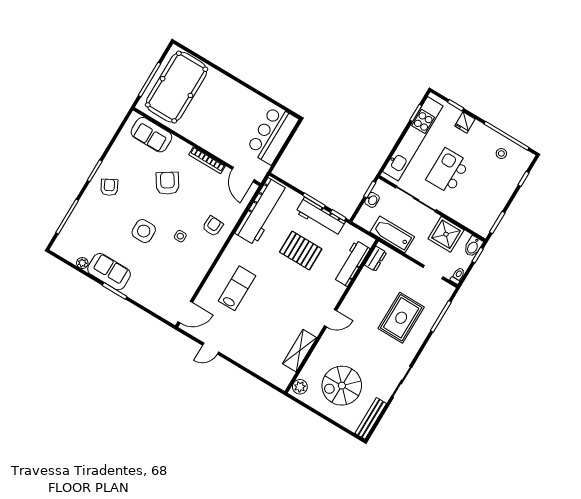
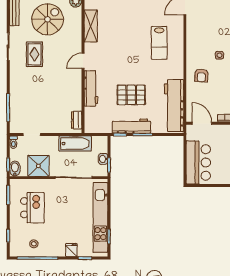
kitchen island: (448, 171) -> (32, 208), moved
workbench: (352, 263) -> (91, 88), moved
rug: (401, 318) -> (34, 54), moved, width x0.73, depth x0.70

